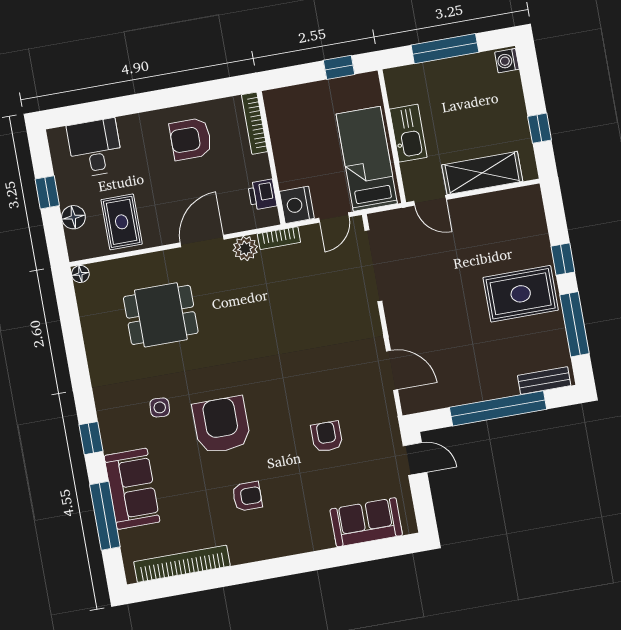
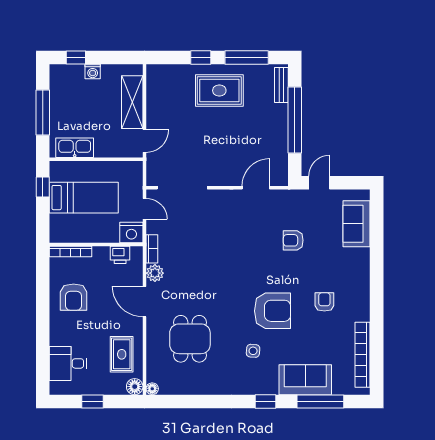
washing machine: (507, 61) -> (93, 72), moved
window: (540, 128) -> (76, 57), moved
kitchen sink: (408, 133) -> (75, 148), moved
bed: (367, 159) -> (84, 198), moved, turned 180
floor lamp: (73, 217) -> (135, 387), moved
rug: (122, 222) -> (122, 354), turned 90
rug: (521, 294) -> (219, 91), turned 90
armchair: (221, 425) -> (273, 311), turned 180

